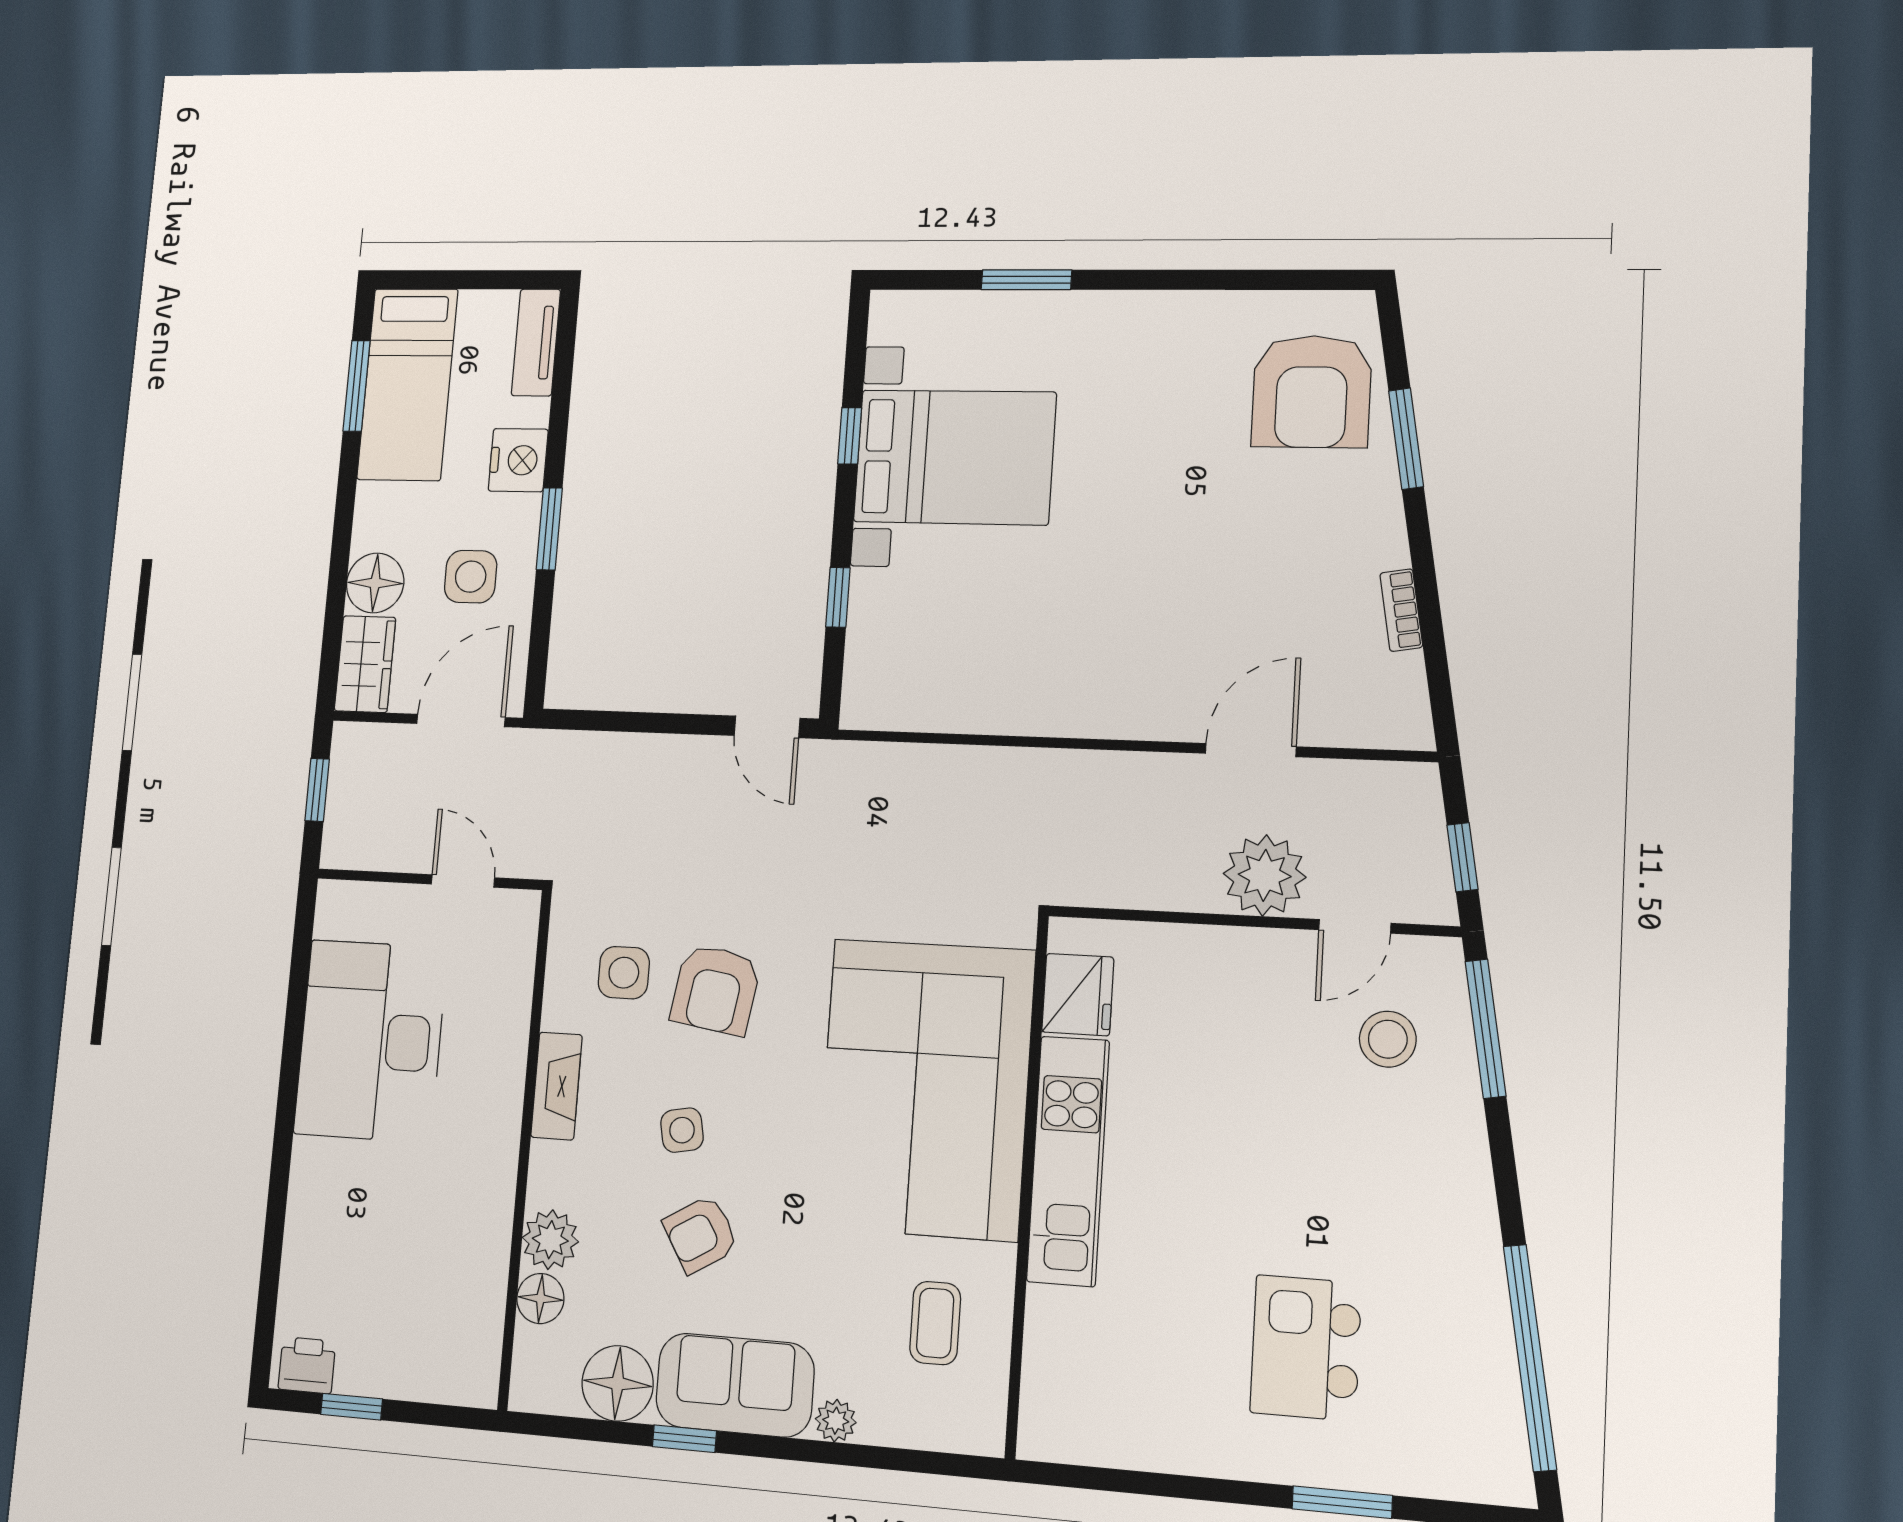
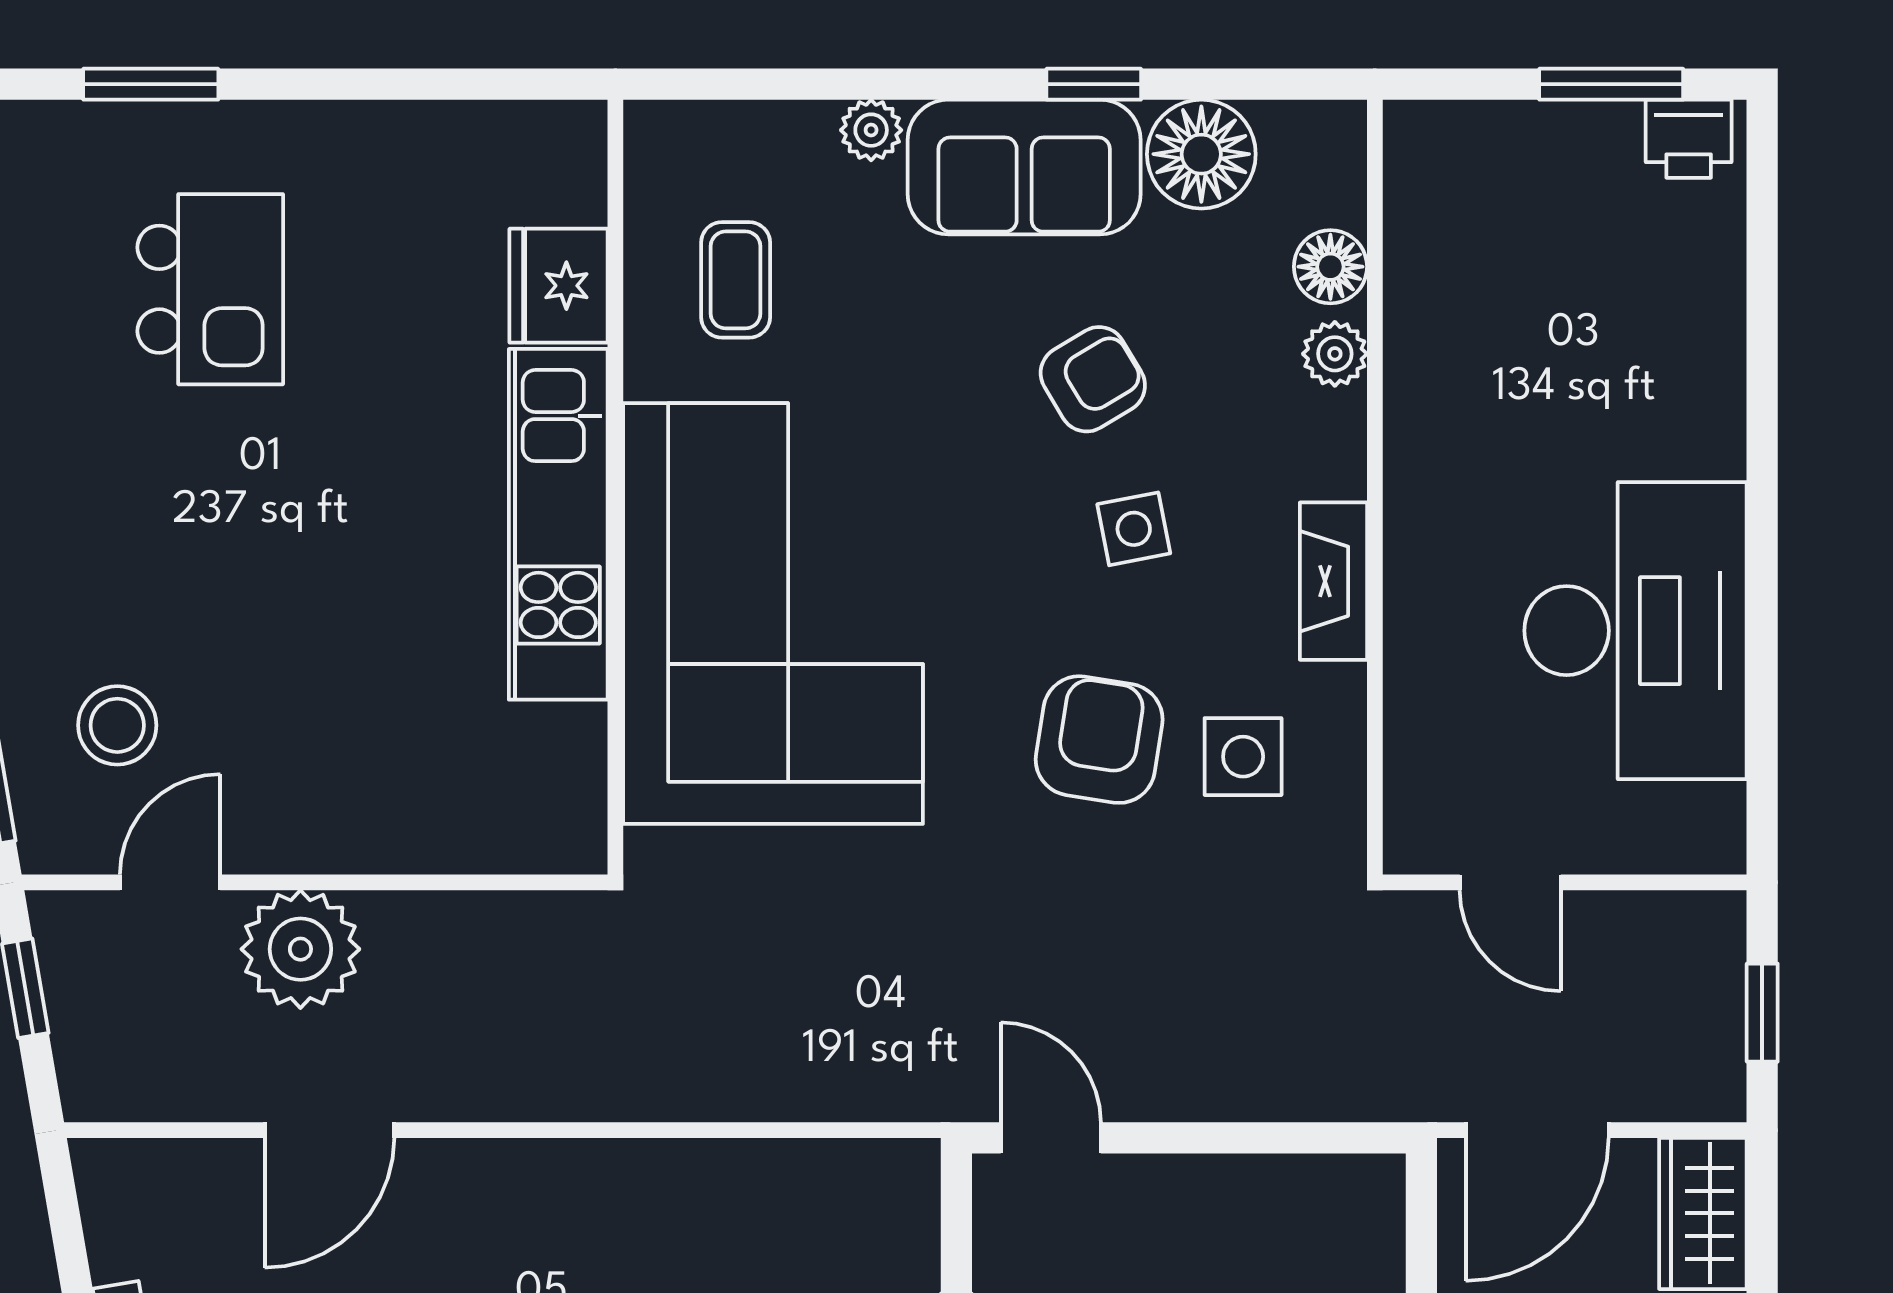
fridge: (1078, 995) -> (559, 286), moved
plant: (550, 1240) -> (1335, 354), width x0.73, depth x0.73
window: (352, 1407) -> (1611, 84), width x1.50

